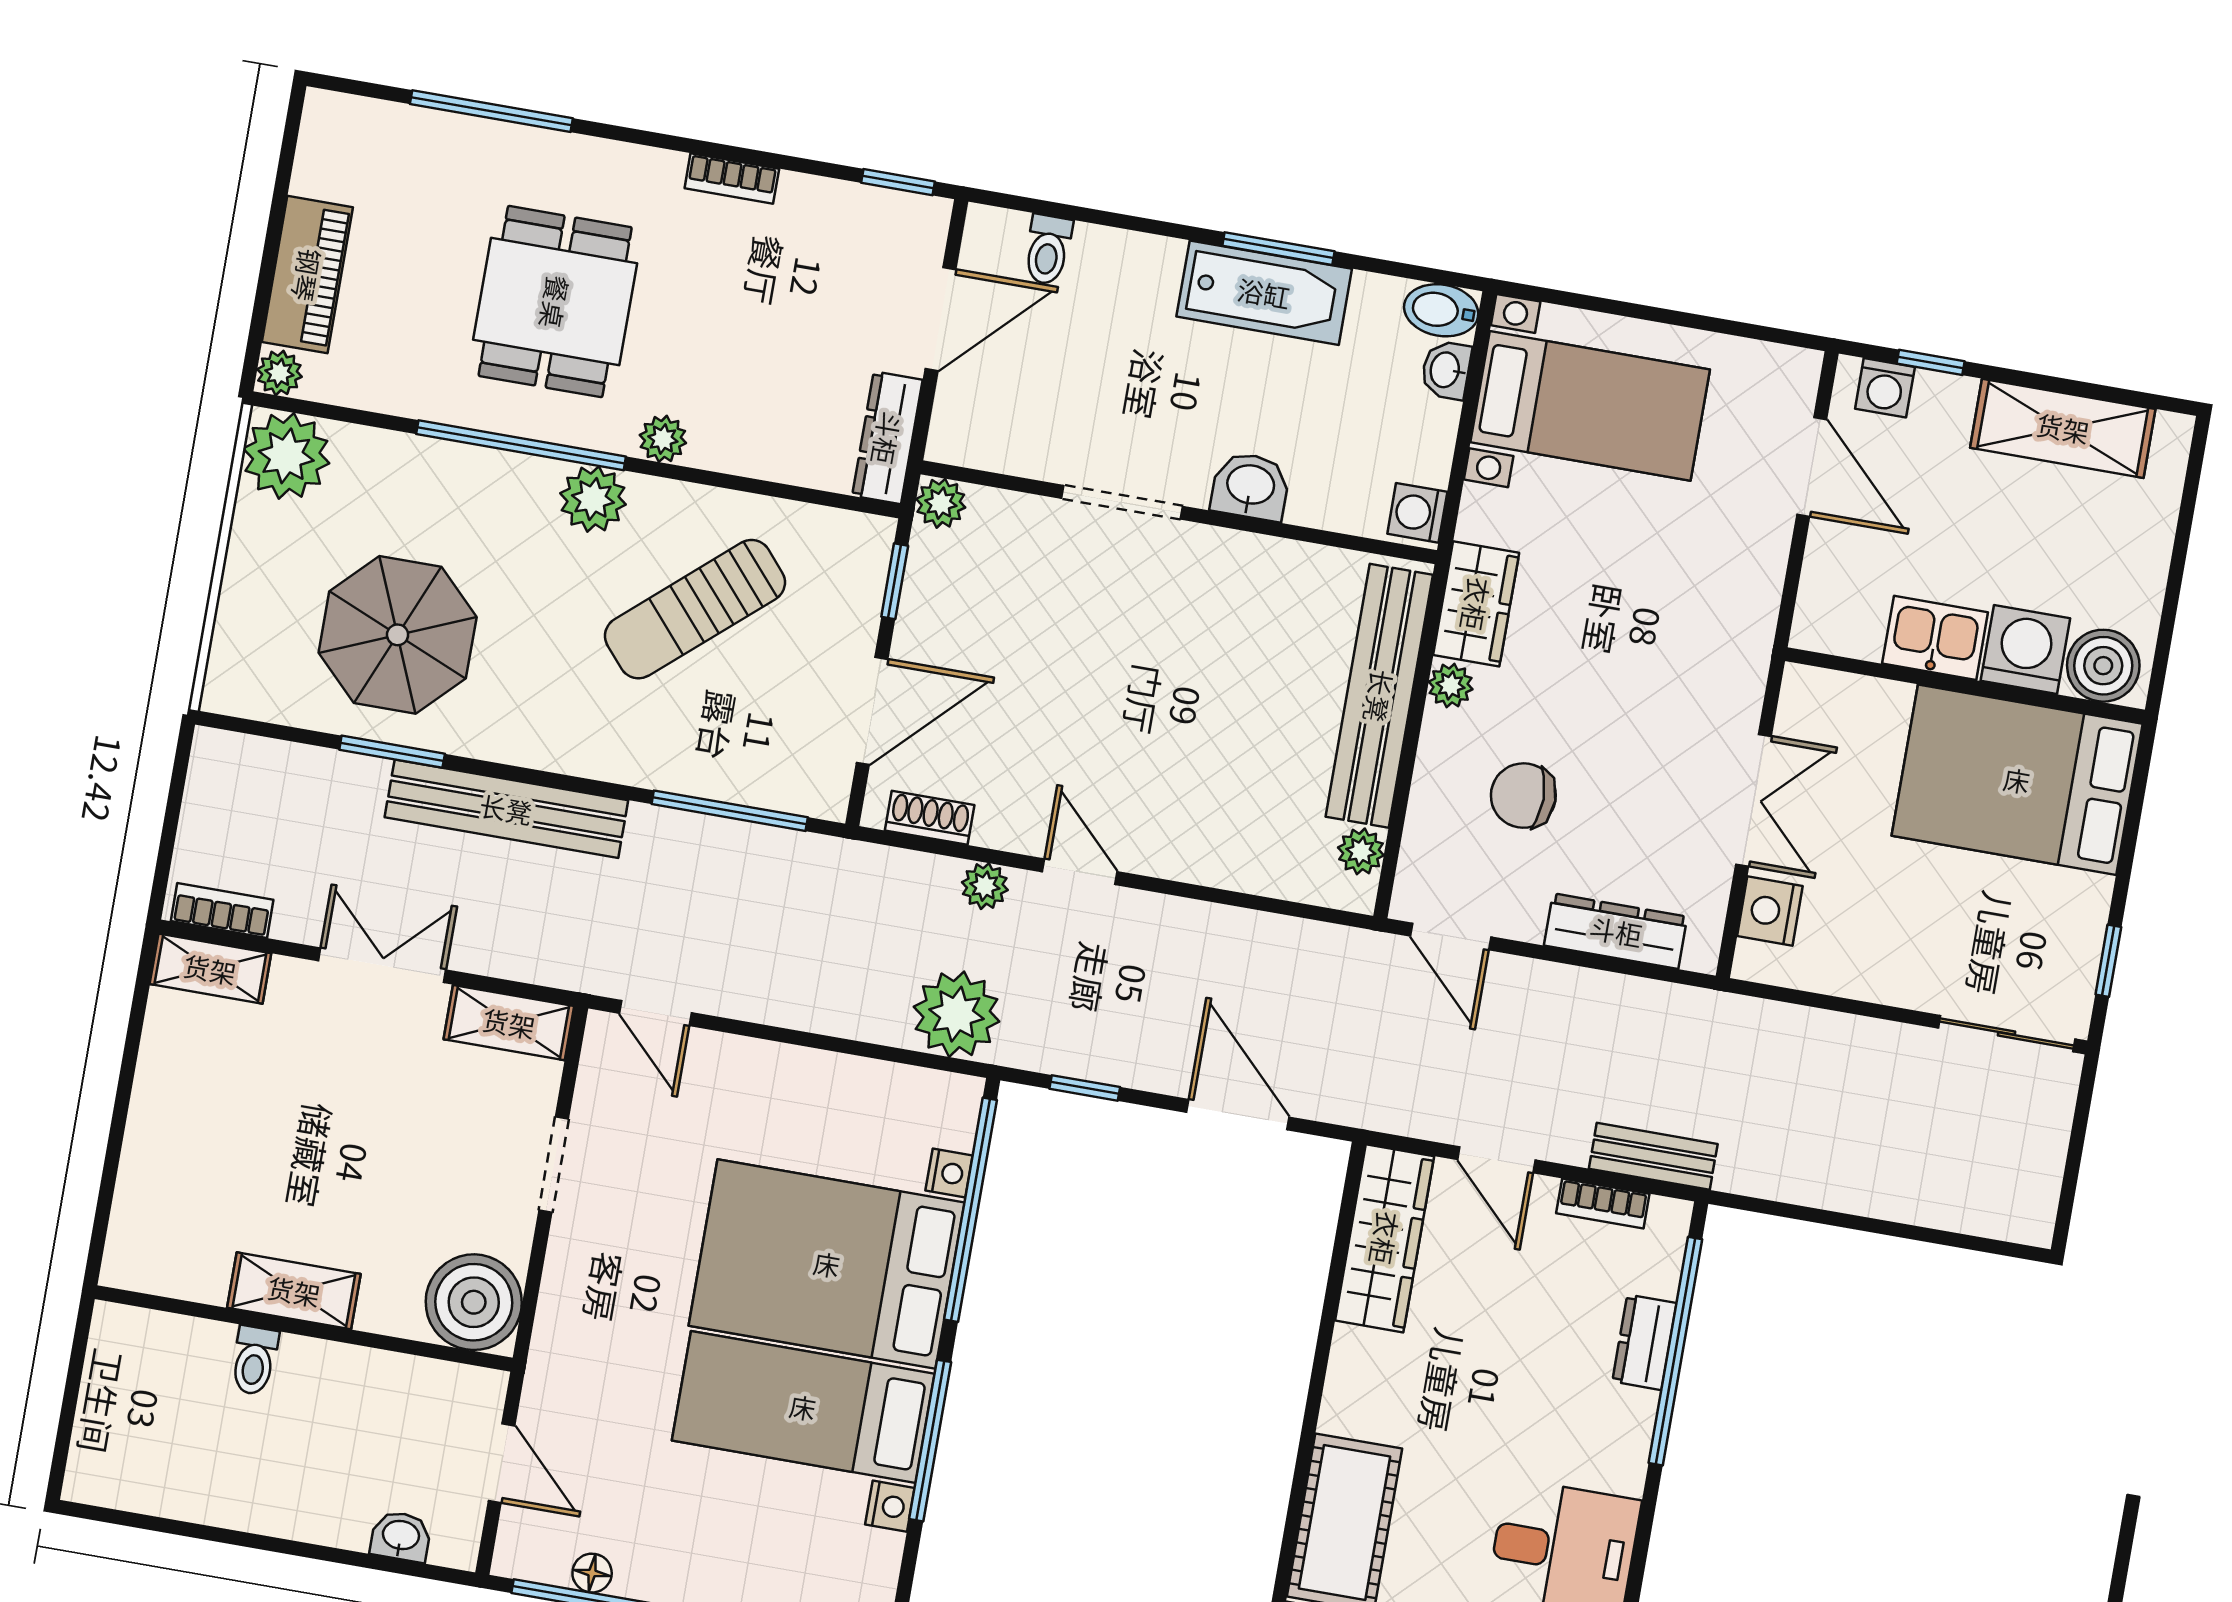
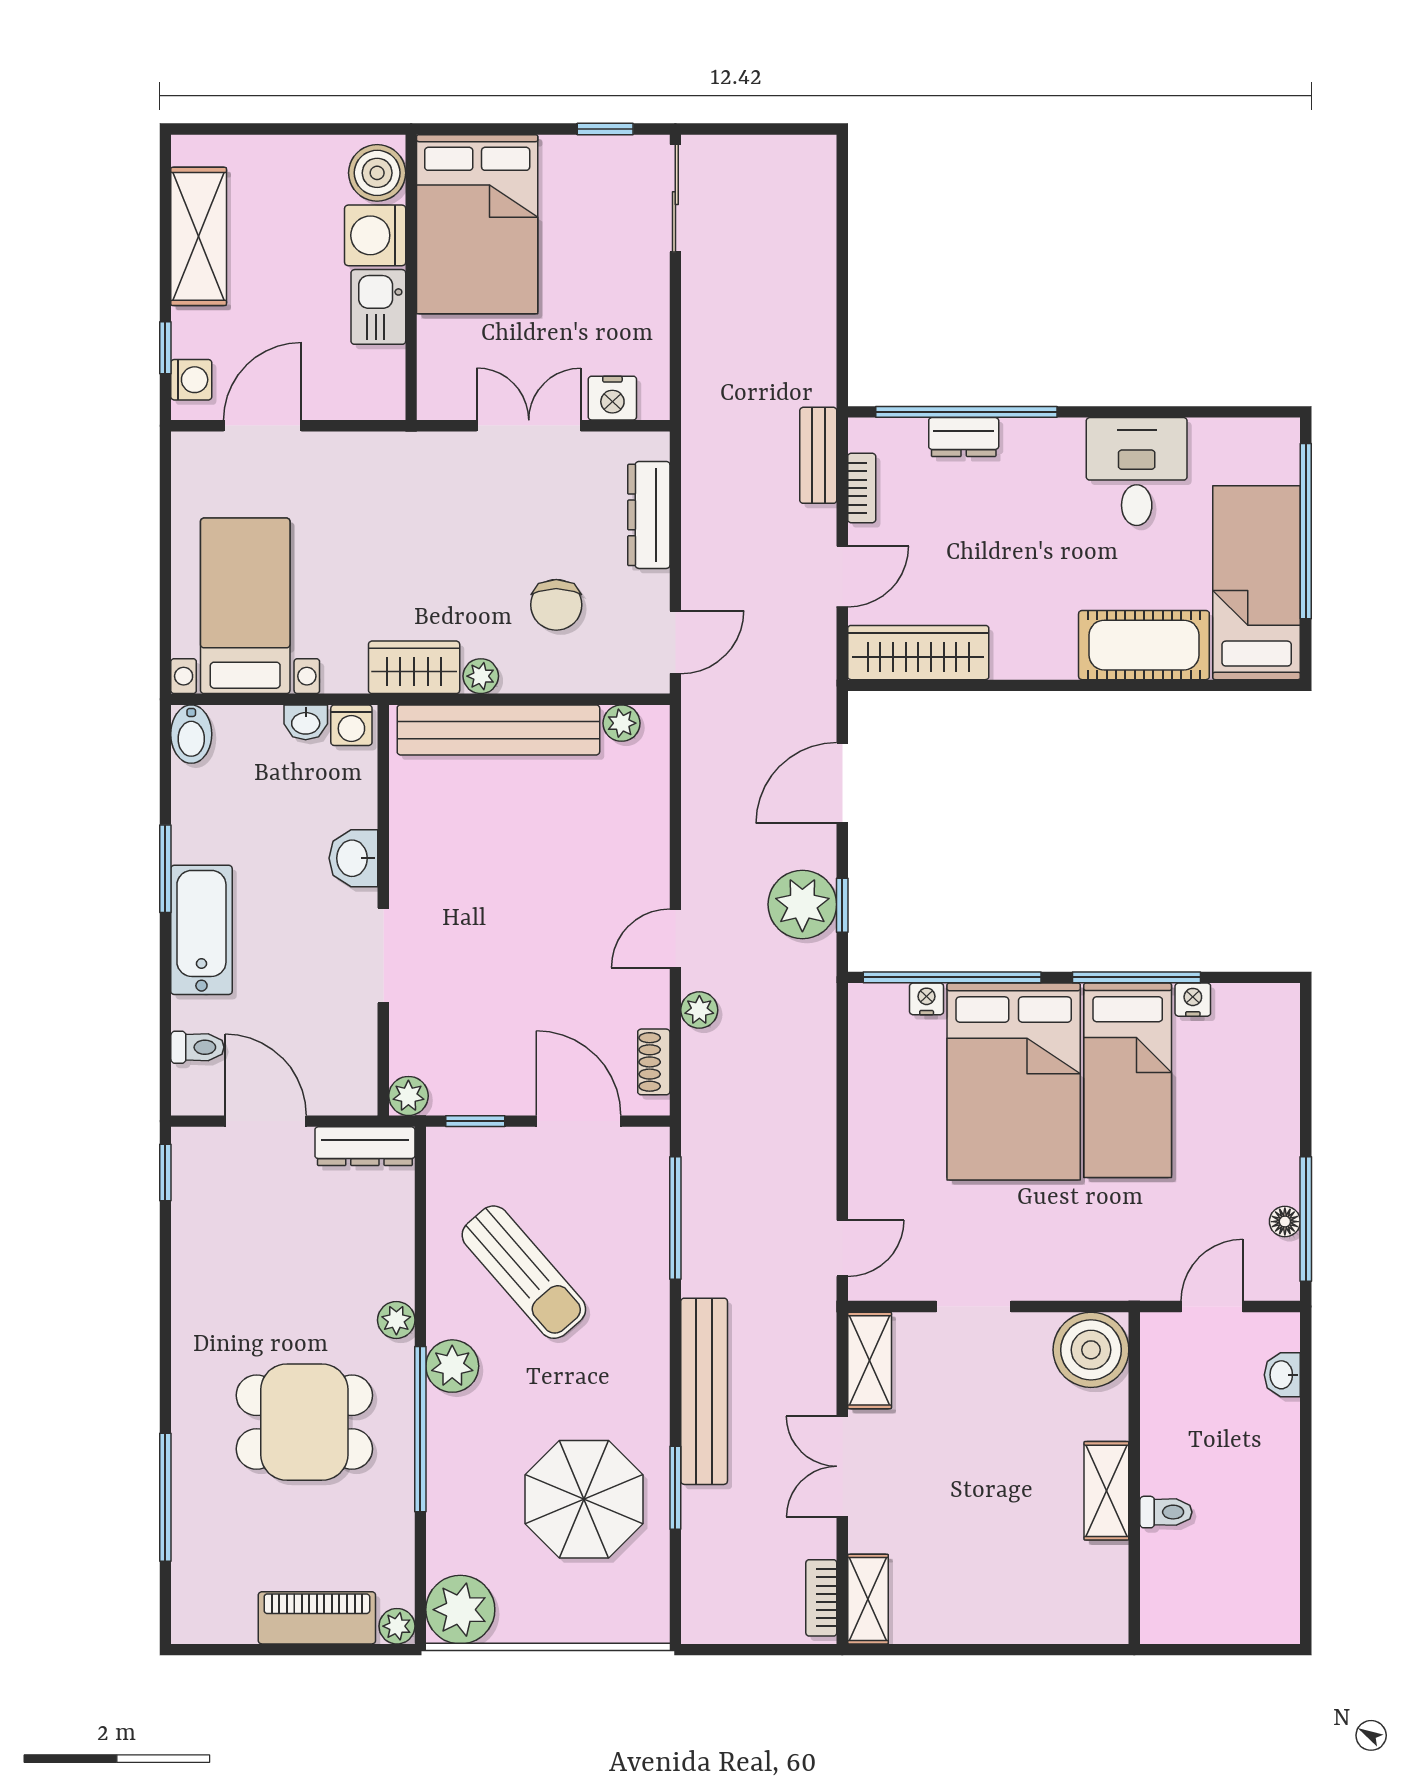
bookcase: (732, 179) -> (185, 1302), removed
bathtub: (1264, 293) -> (201, 930), moved
washbasin: (1446, 370) -> (306, 722), moved
plant: (957, 1014) -> (802, 904), moved

